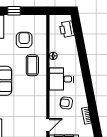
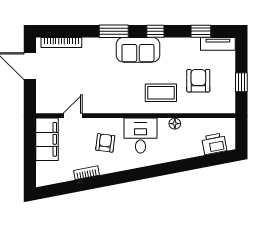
window: (14, 11) -> (241, 82), moved
armchair: (24, 40) -> (198, 81), turned -90
door: (48, 125) -> (73, 116), swing flipped

